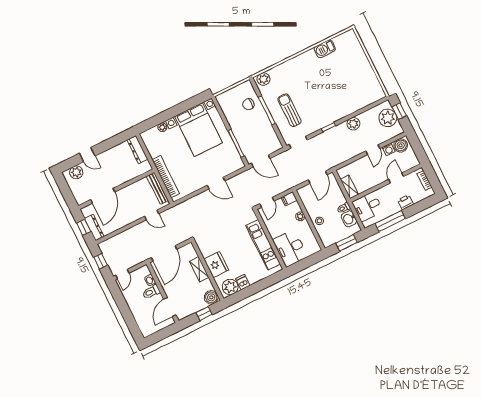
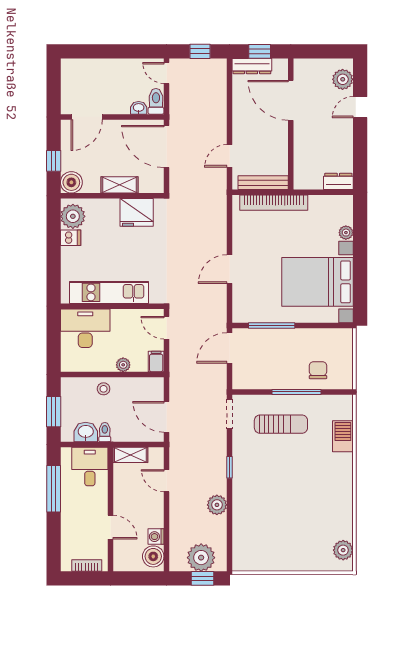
barbecue: (325, 49) -> (343, 436), moved
plant: (263, 79) -> (343, 550), moved
dresser: (137, 150) -> (338, 181), width x0.70
door: (373, 150) -> (166, 481), moved
printer: (405, 202) -> (70, 523), removed
fridge: (216, 264) -> (137, 212), moved
toilet: (151, 292) -> (156, 101), moved
door: (170, 307) -> (87, 117), swing flipped

